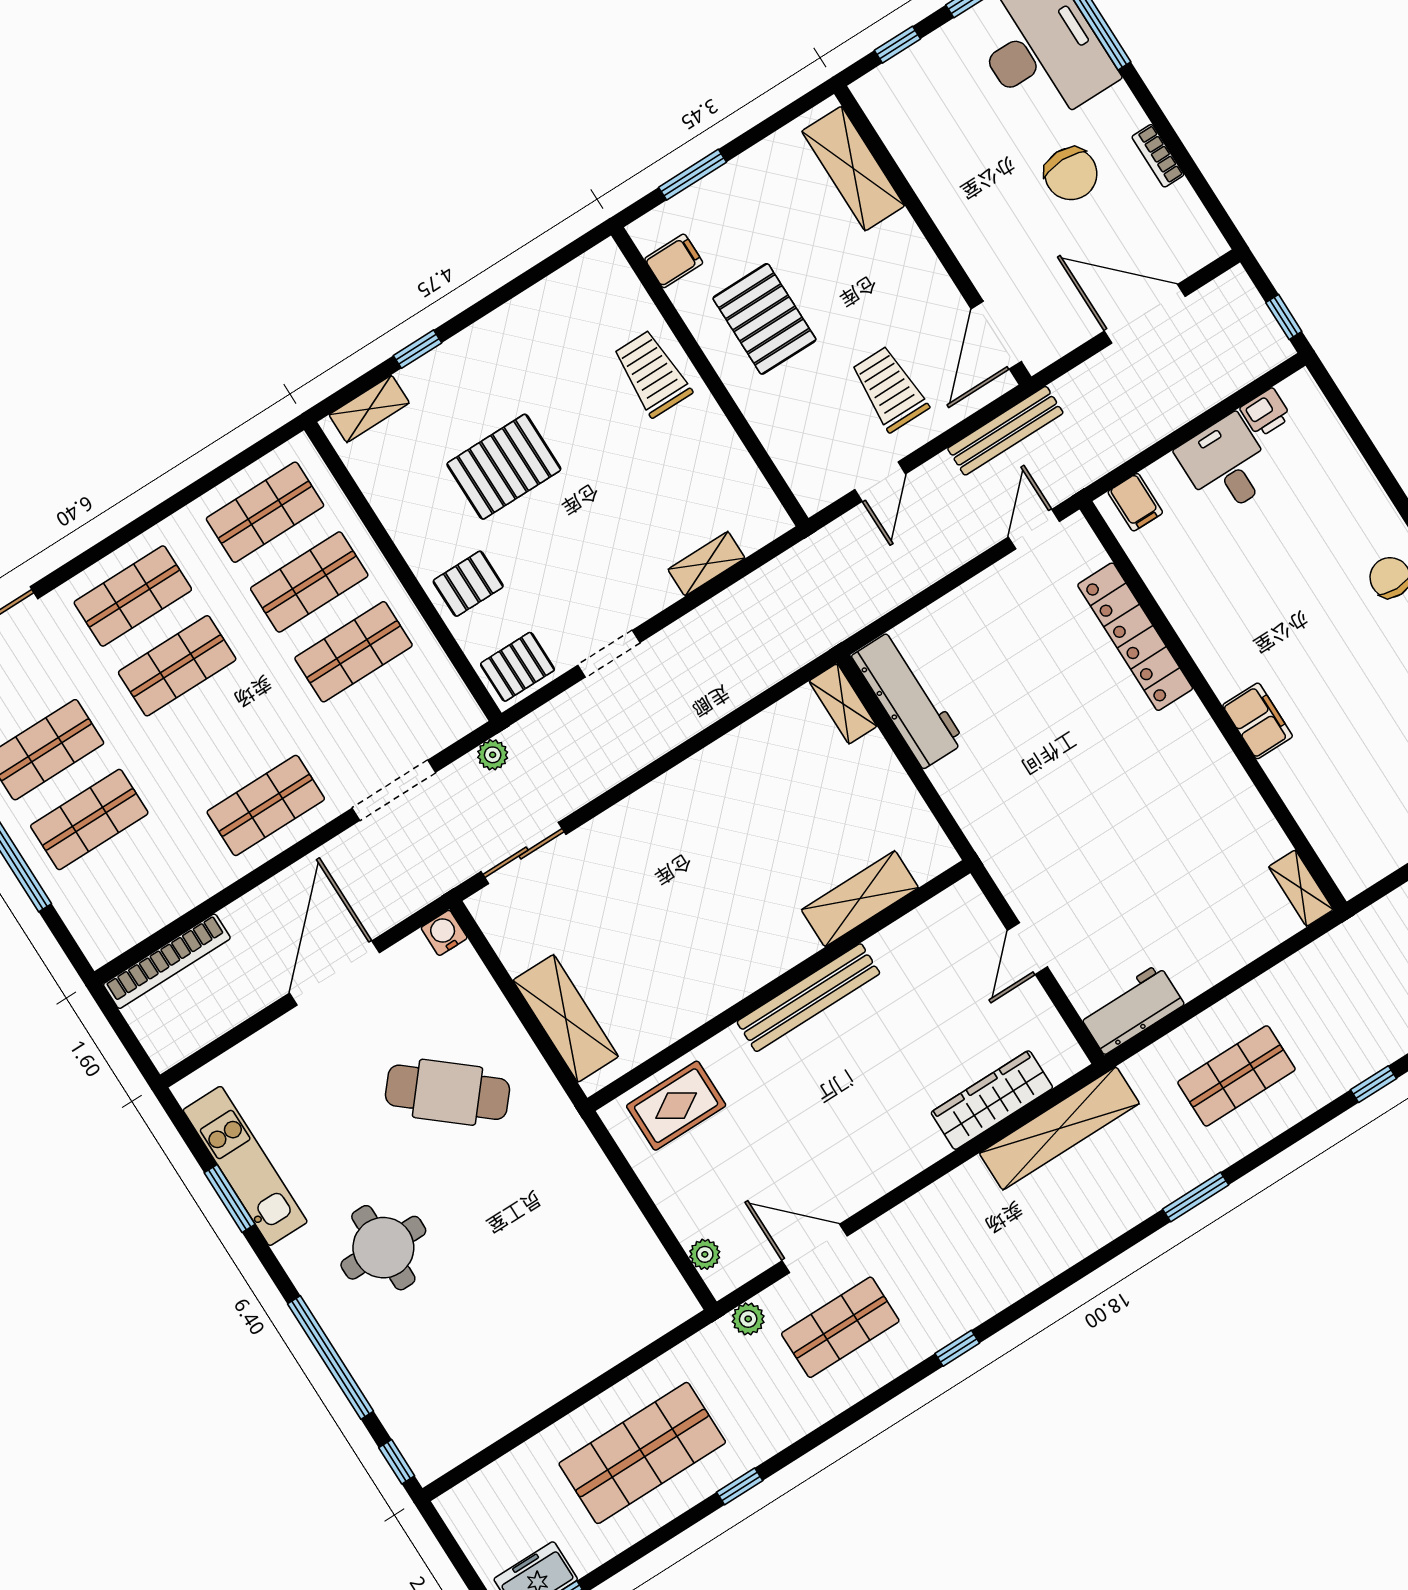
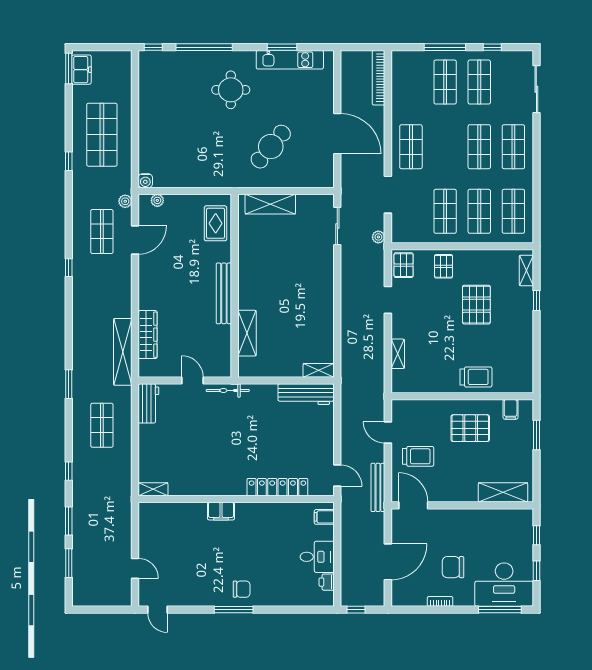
bicycle: (1002, 864) -> (228, 390), added
water cooler: (444, 933) -> (145, 181), moved, turned 90

